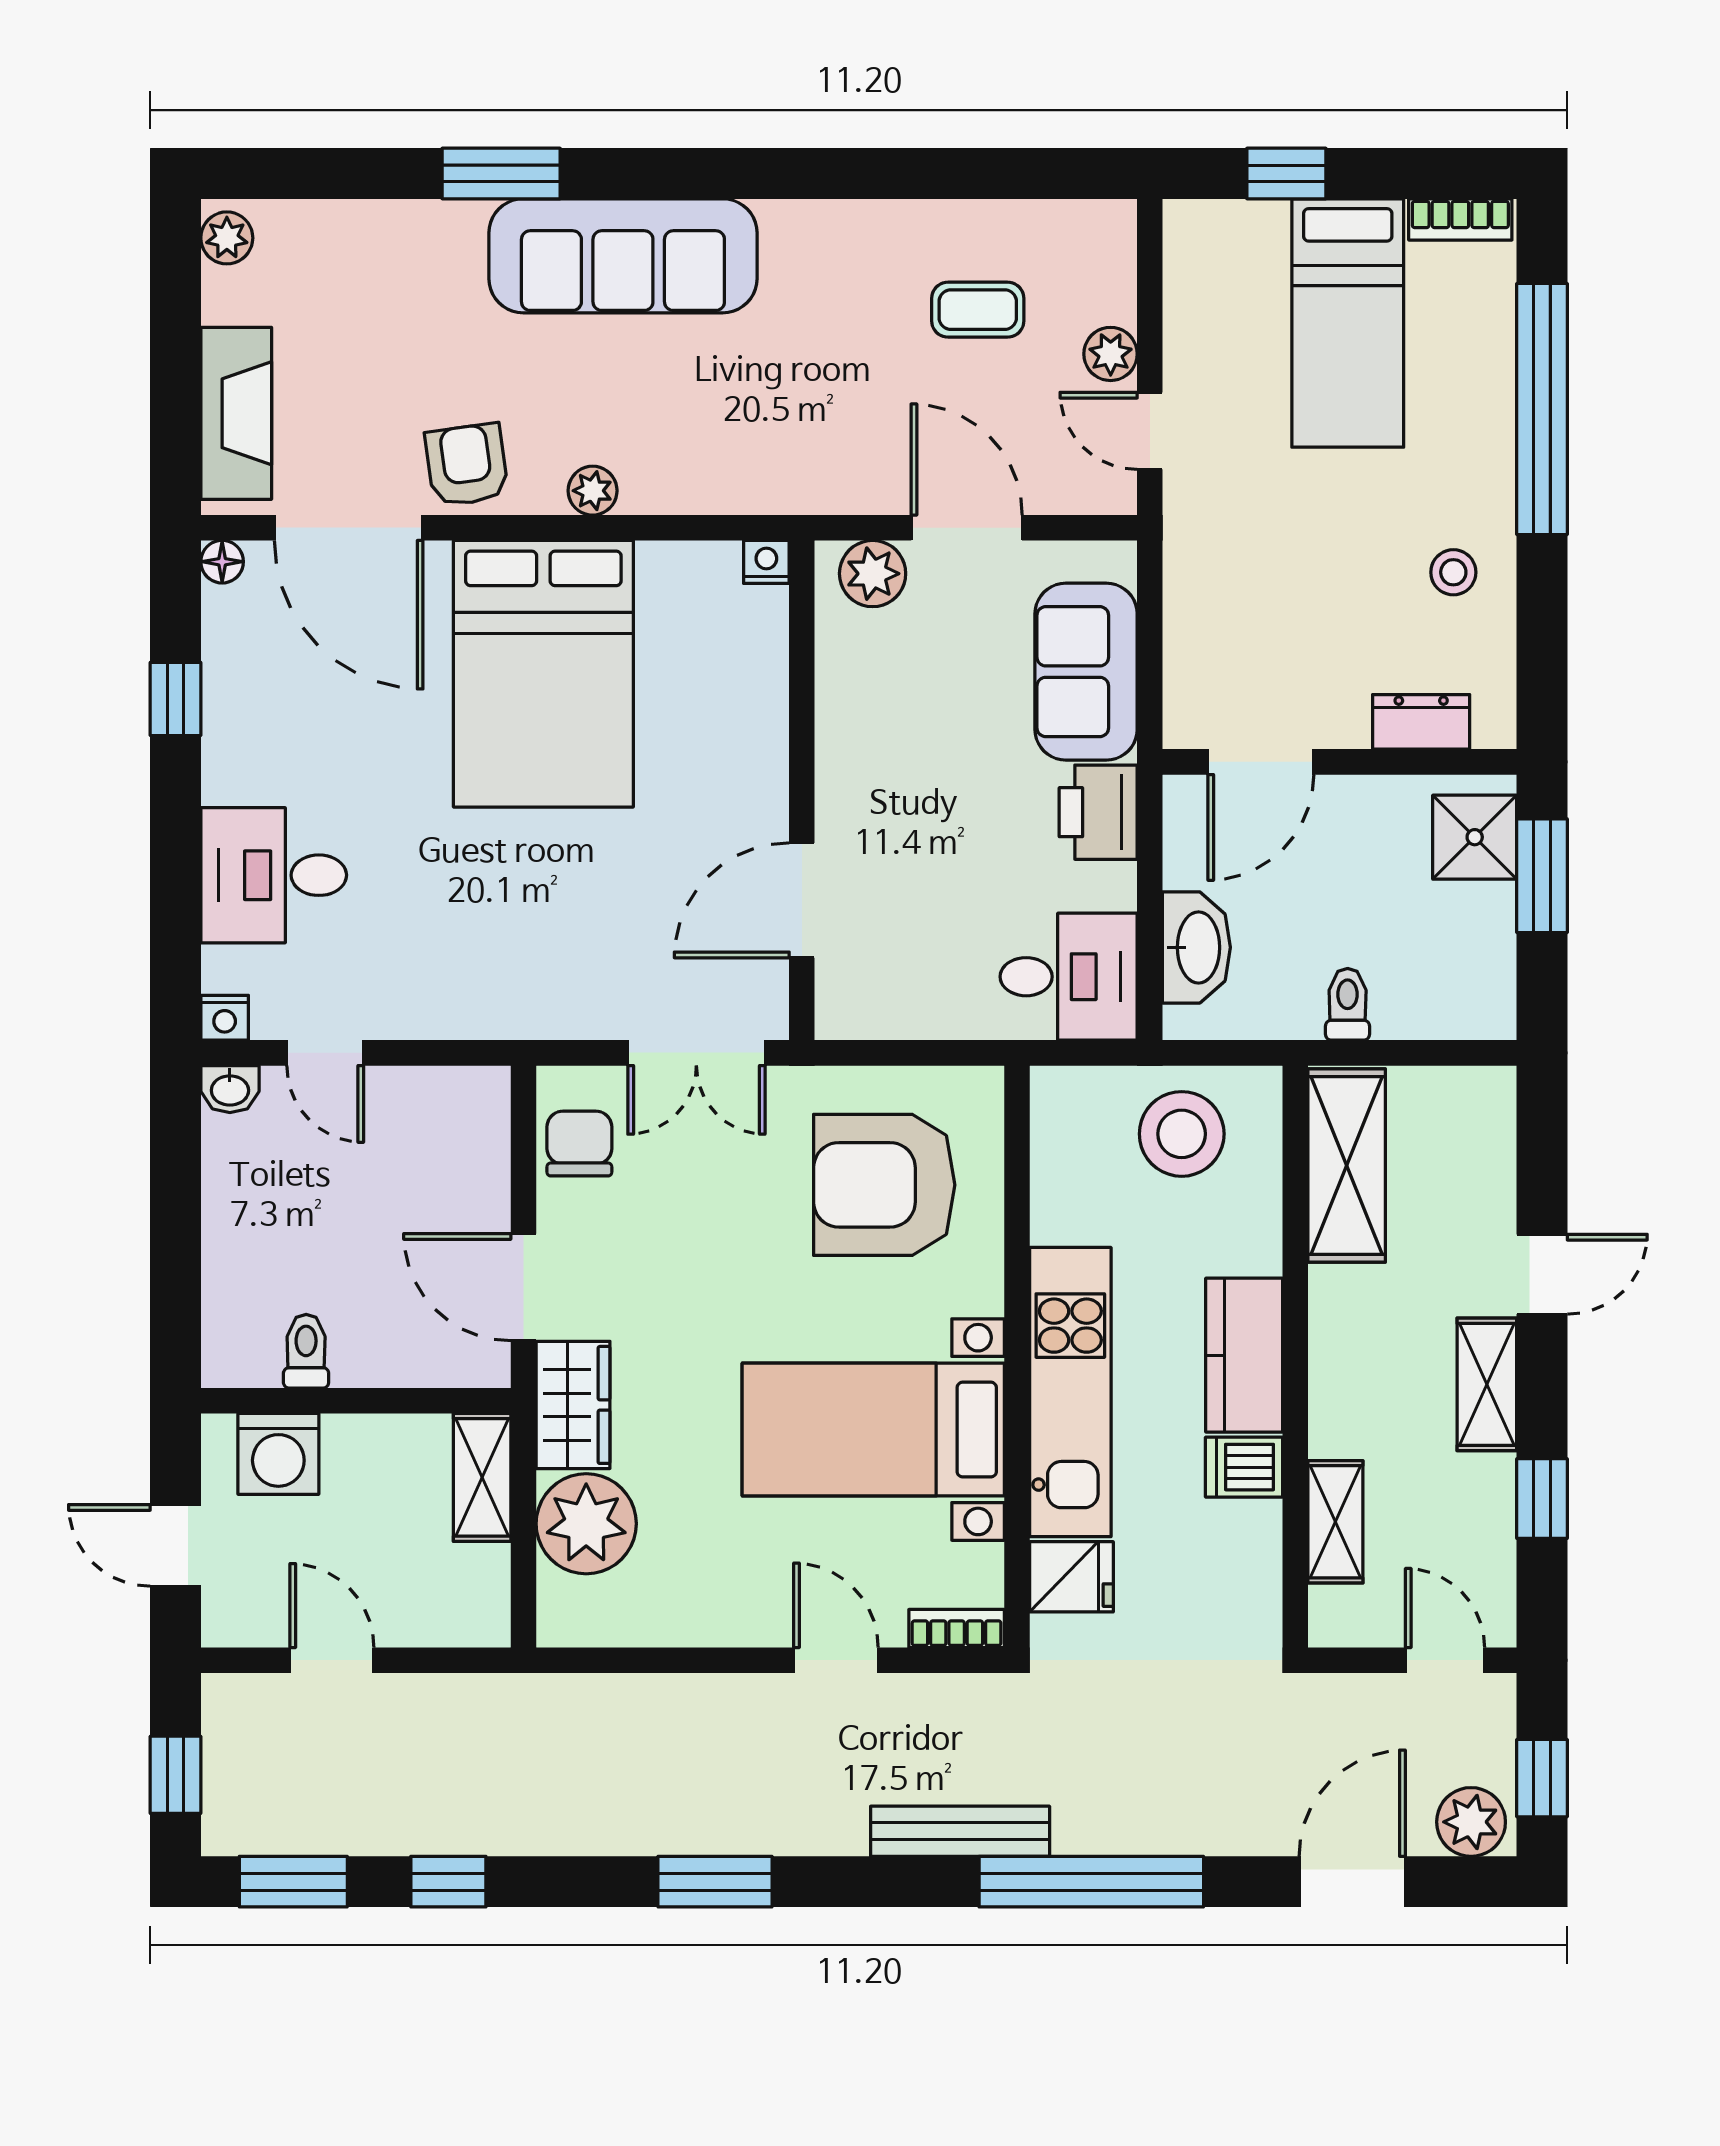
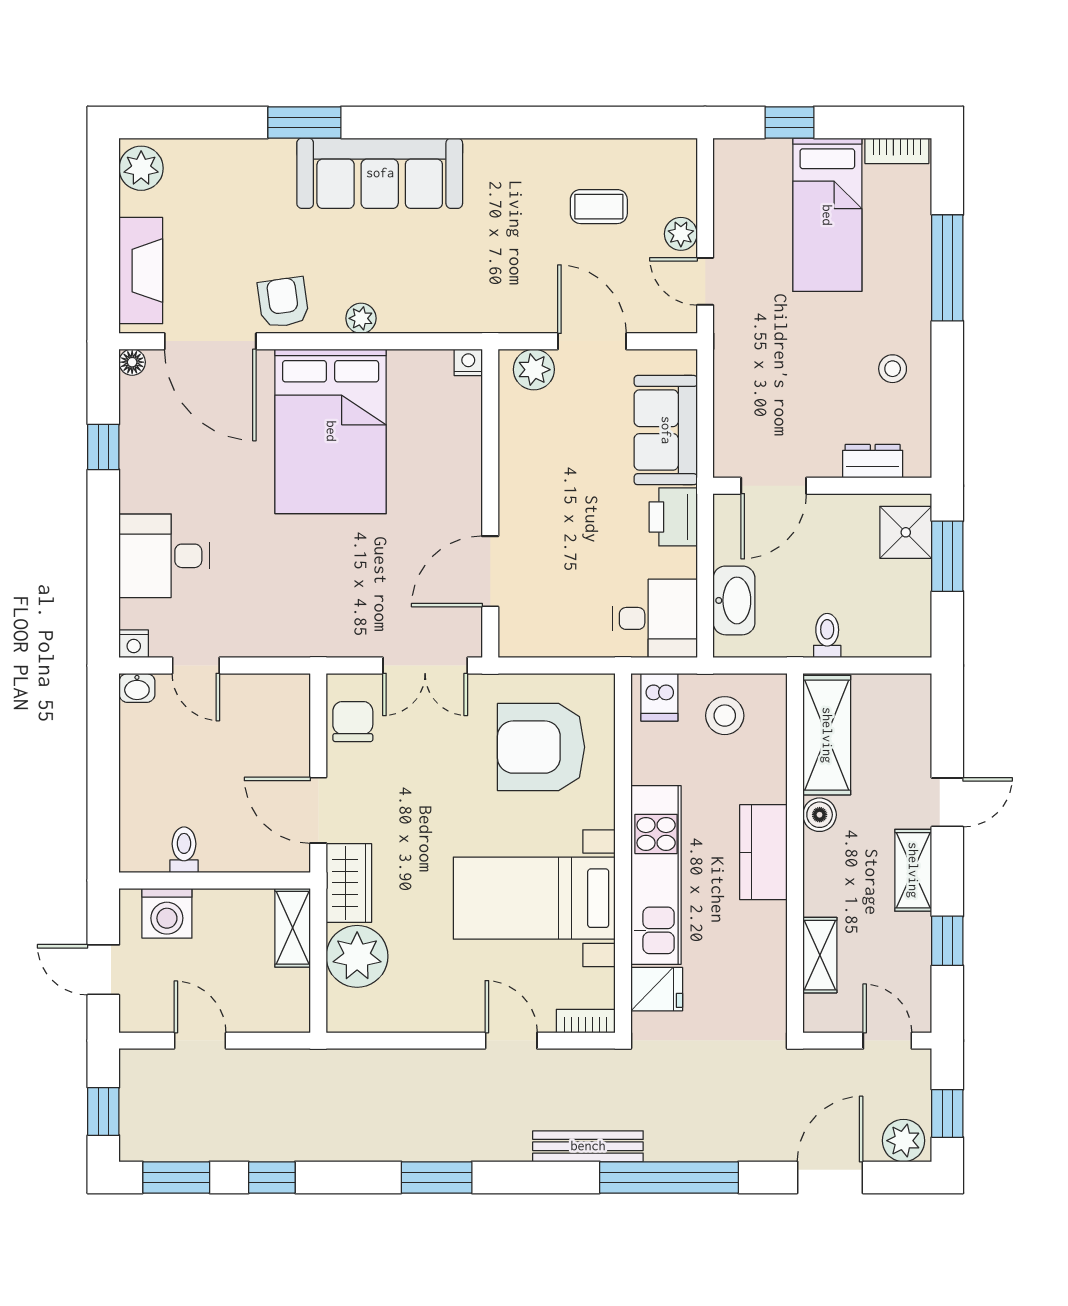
plant: (227, 238) -> (141, 168), width x1.38, depth x1.38
window: (1542, 409) -> (947, 268), width x0.68
stool: (1182, 1134) -> (725, 716), width x0.73, depth x0.73
boiler: (1335, 1294) -> (820, 815), added
dishwasher: (1244, 1467) -> (659, 697), moved, turned -90

